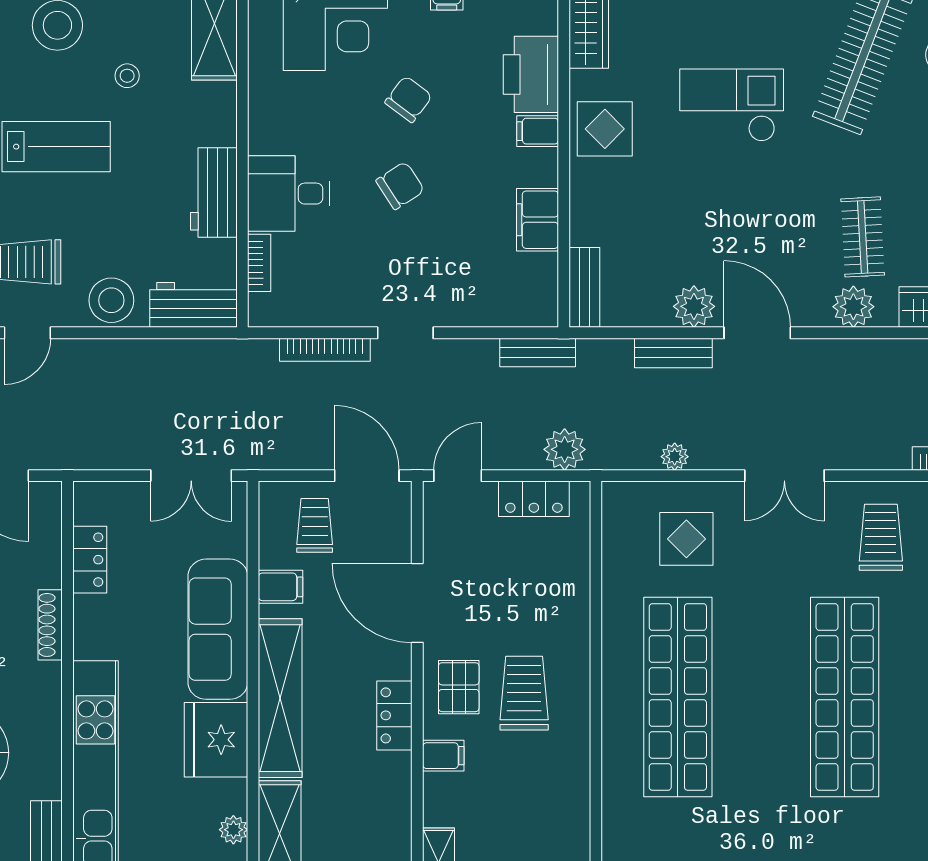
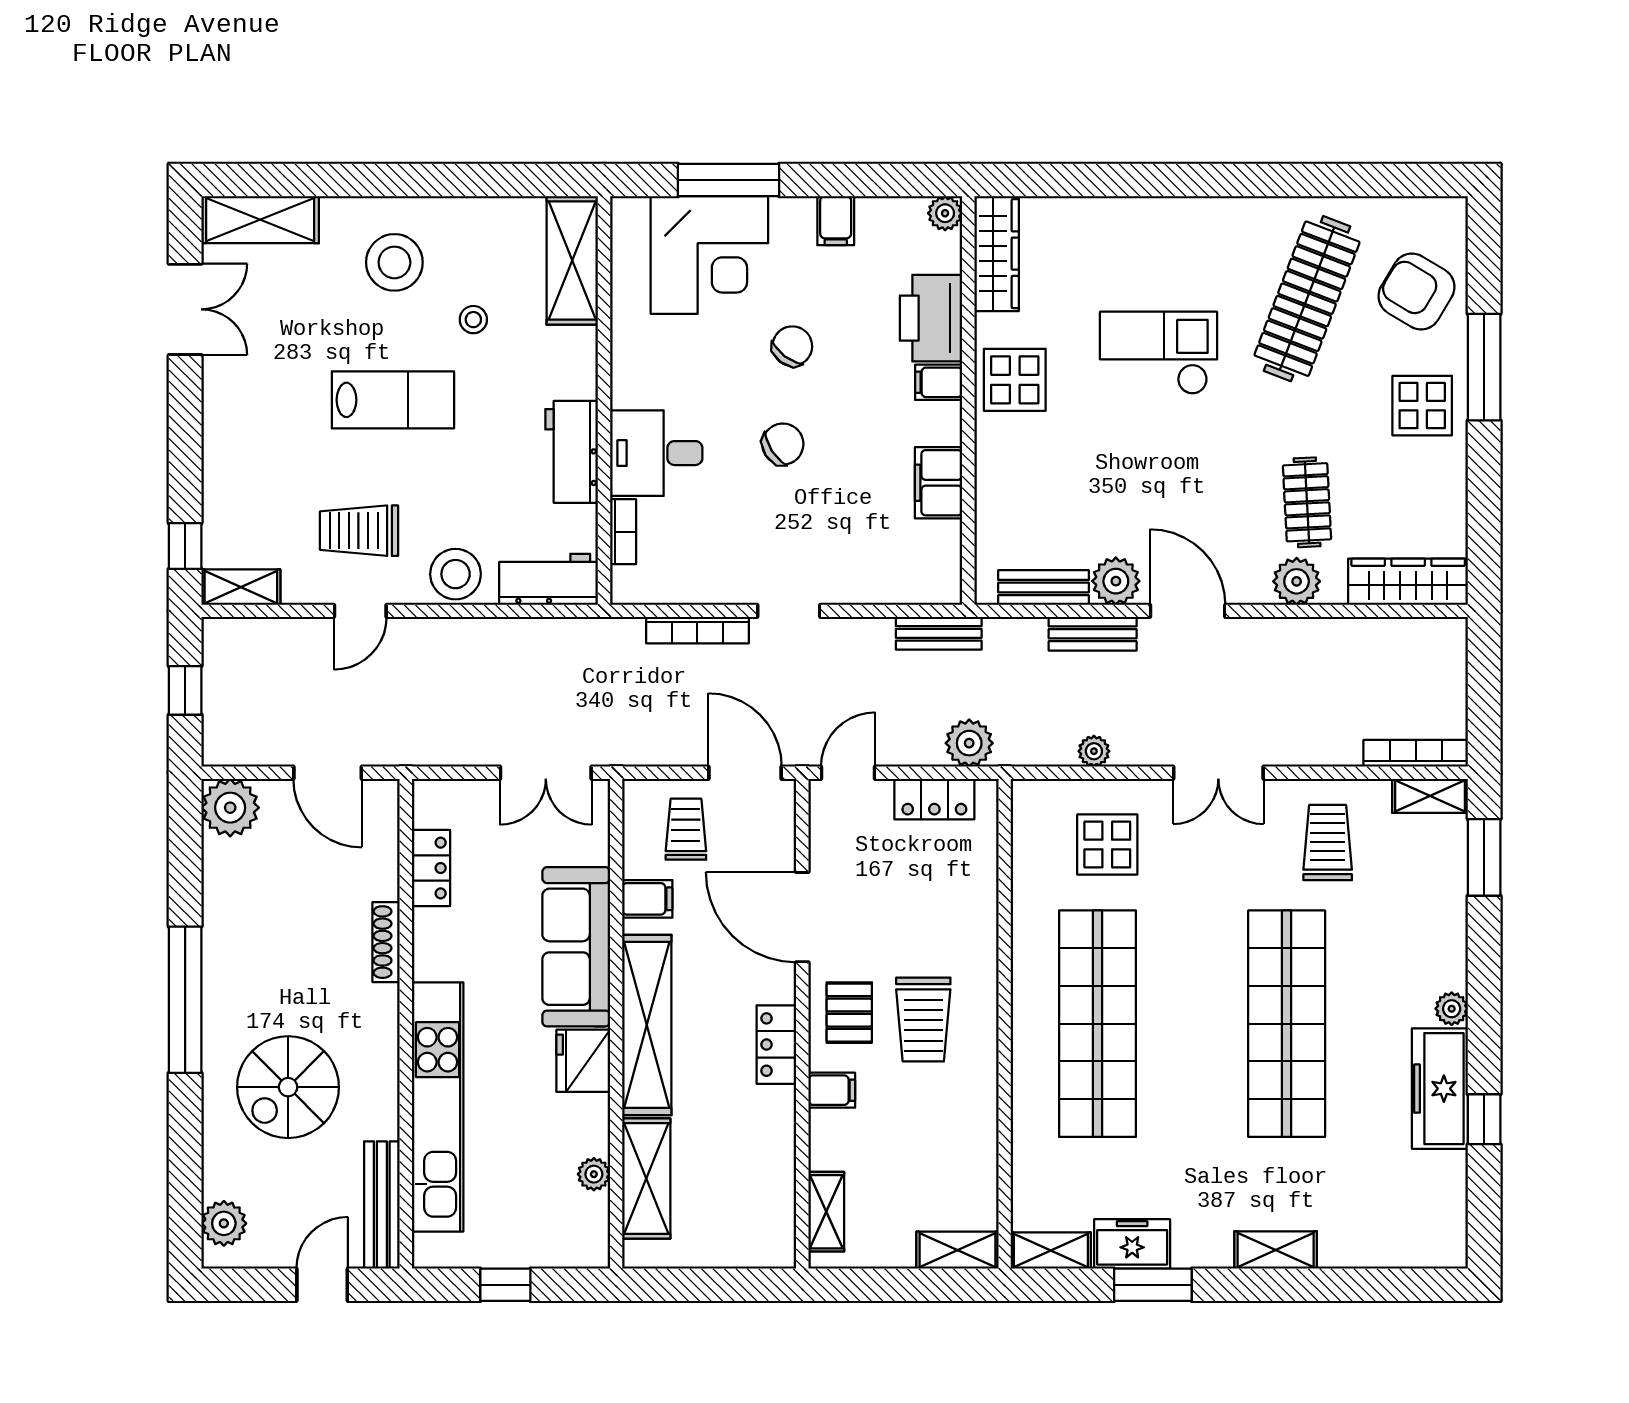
bench: (584, 287) -> (1043, 588), moved, turned 90
trolley: (524, 693) -> (923, 1019), turned 180
fridge: (216, 740) -> (583, 1061), width x0.73, depth x0.75

